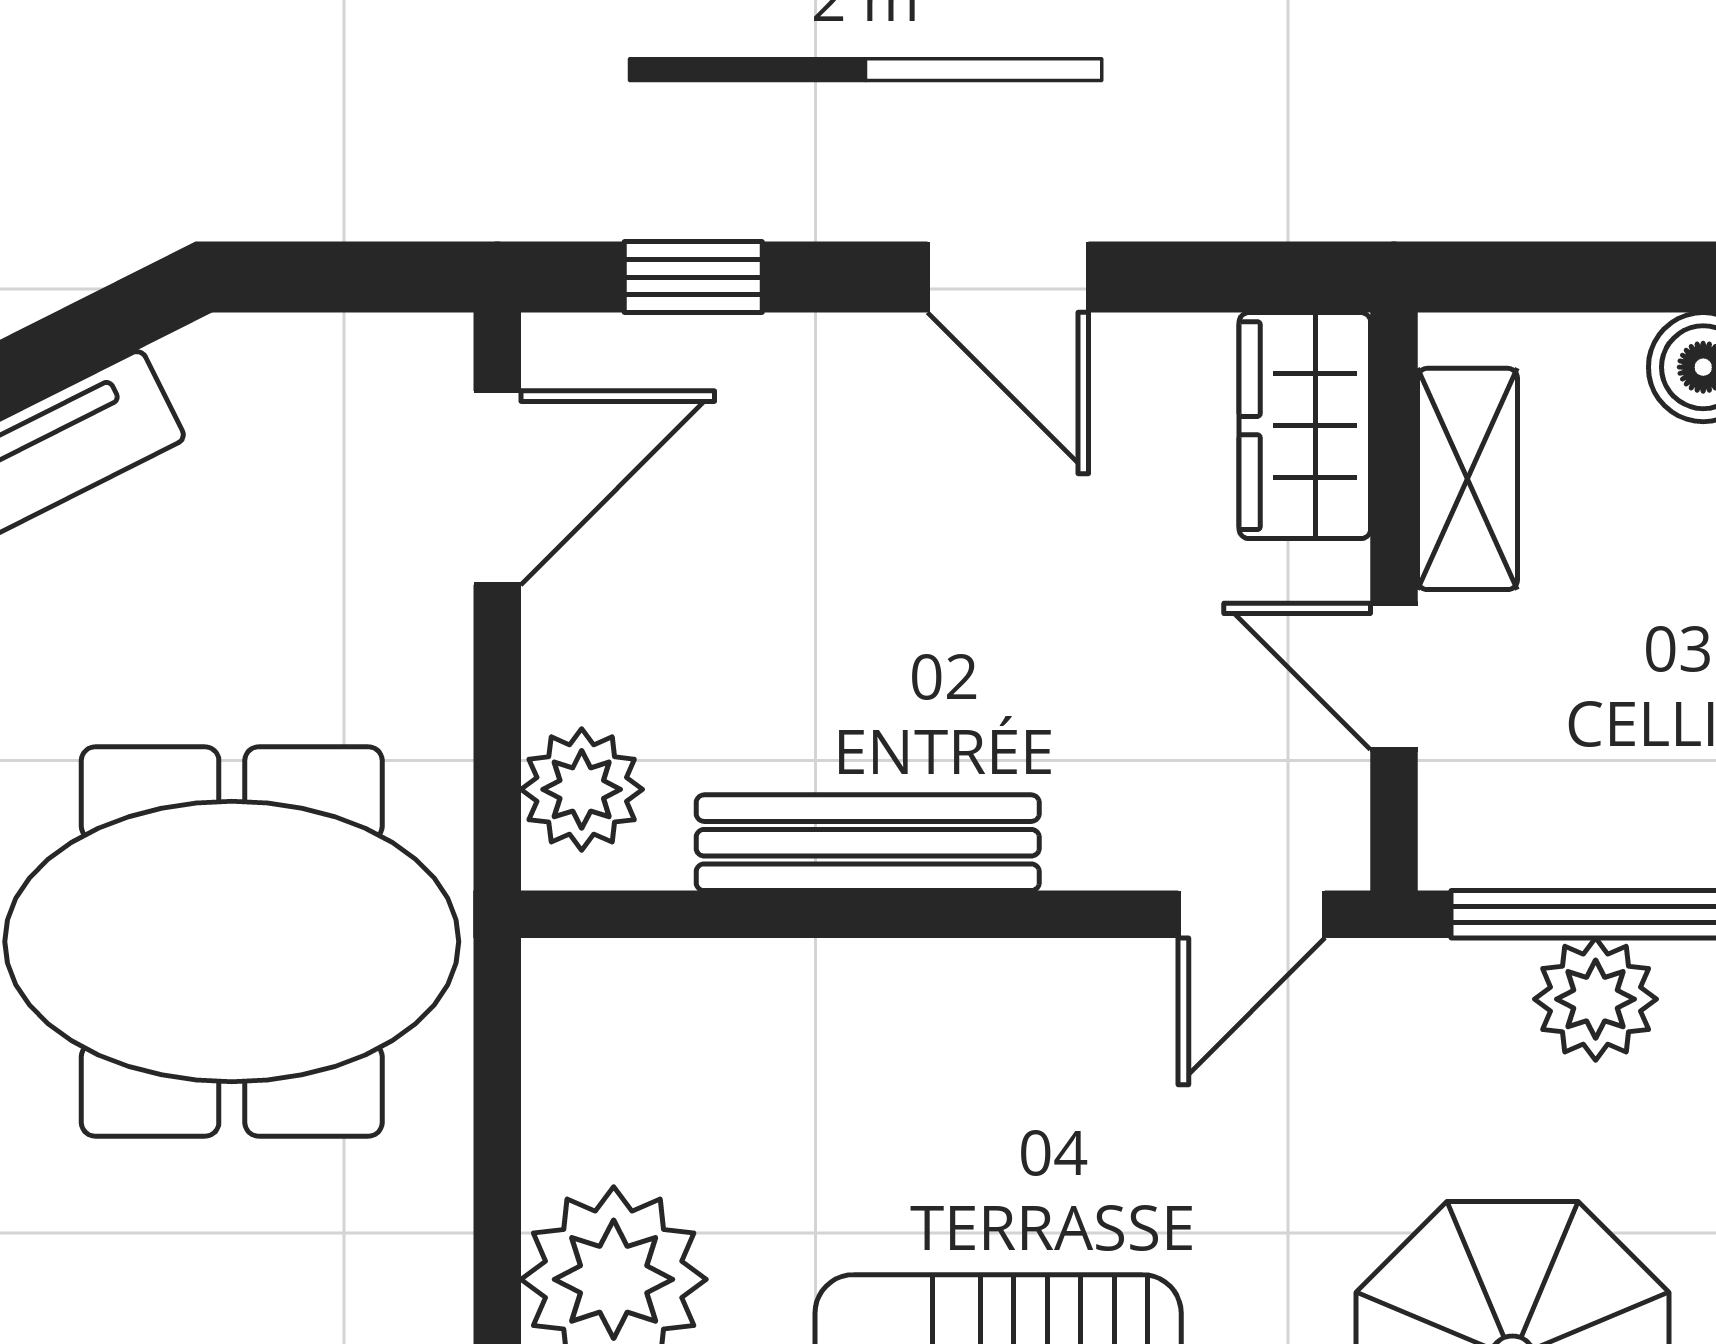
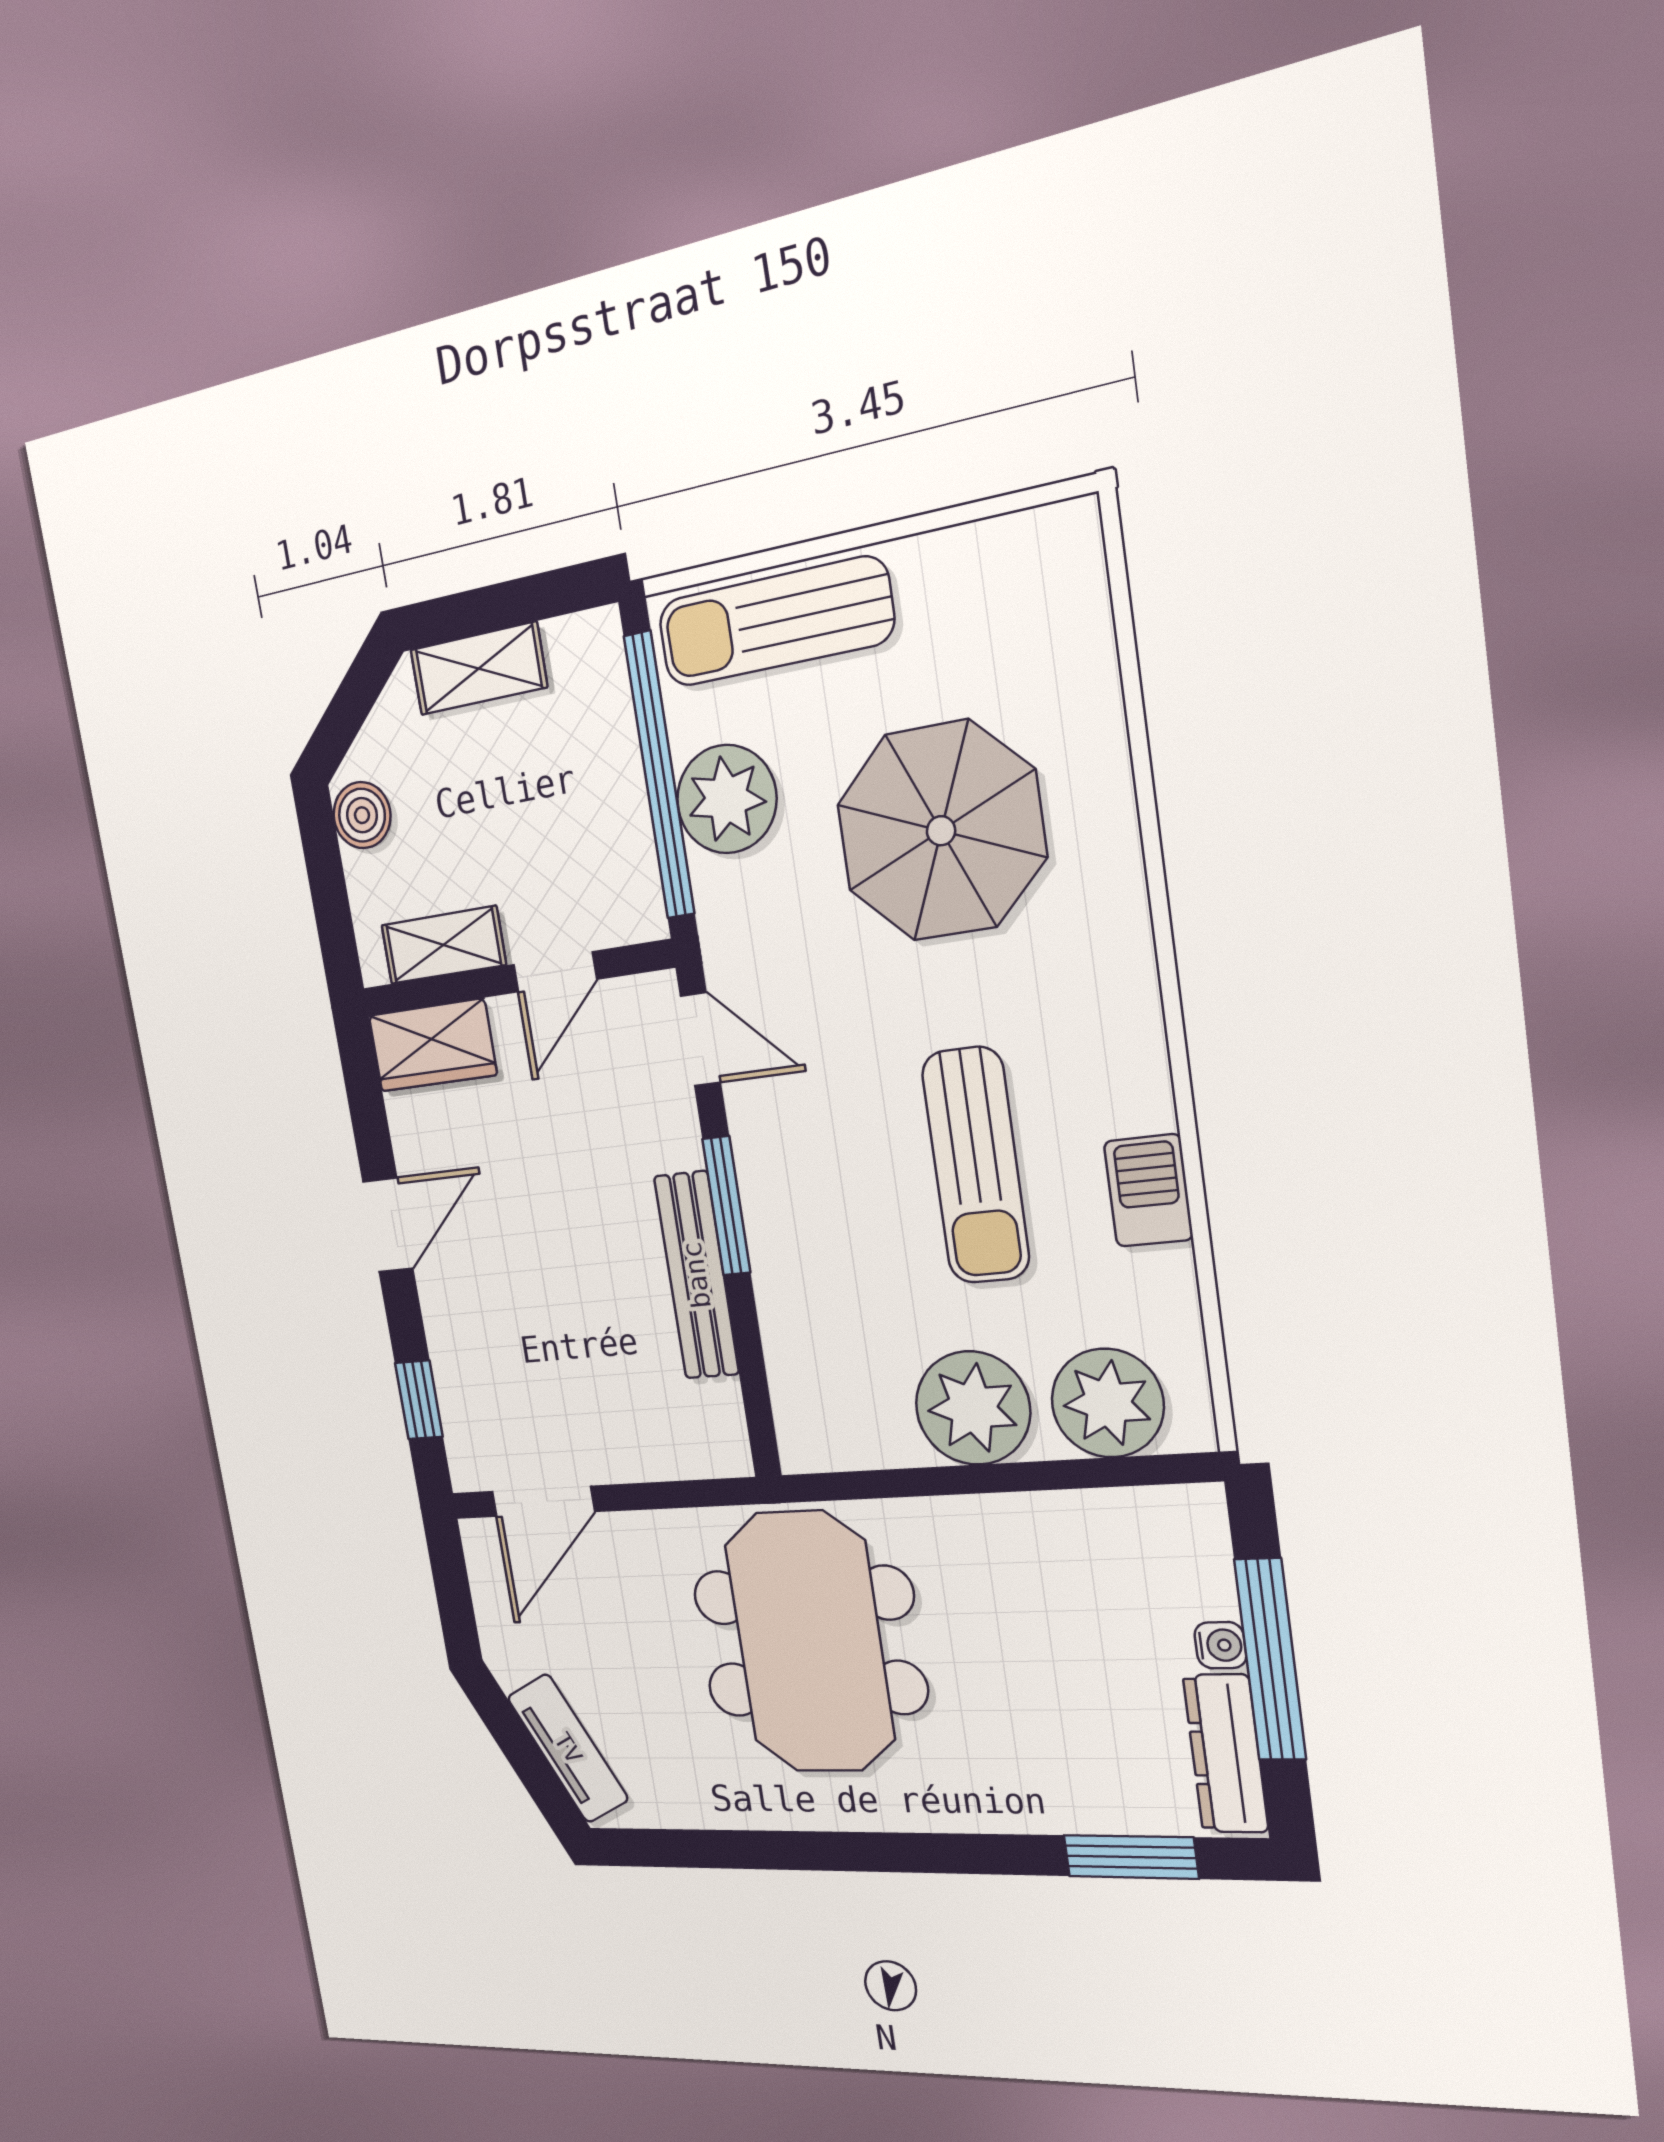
door: (497, 488) -> (543, 1501), swing flipped
plant: (582, 789) -> (694, 1445), removed
window: (977, 914) -> (726, 1206), added
plant: (1596, 999) -> (727, 799), width x1.36, depth x1.36

